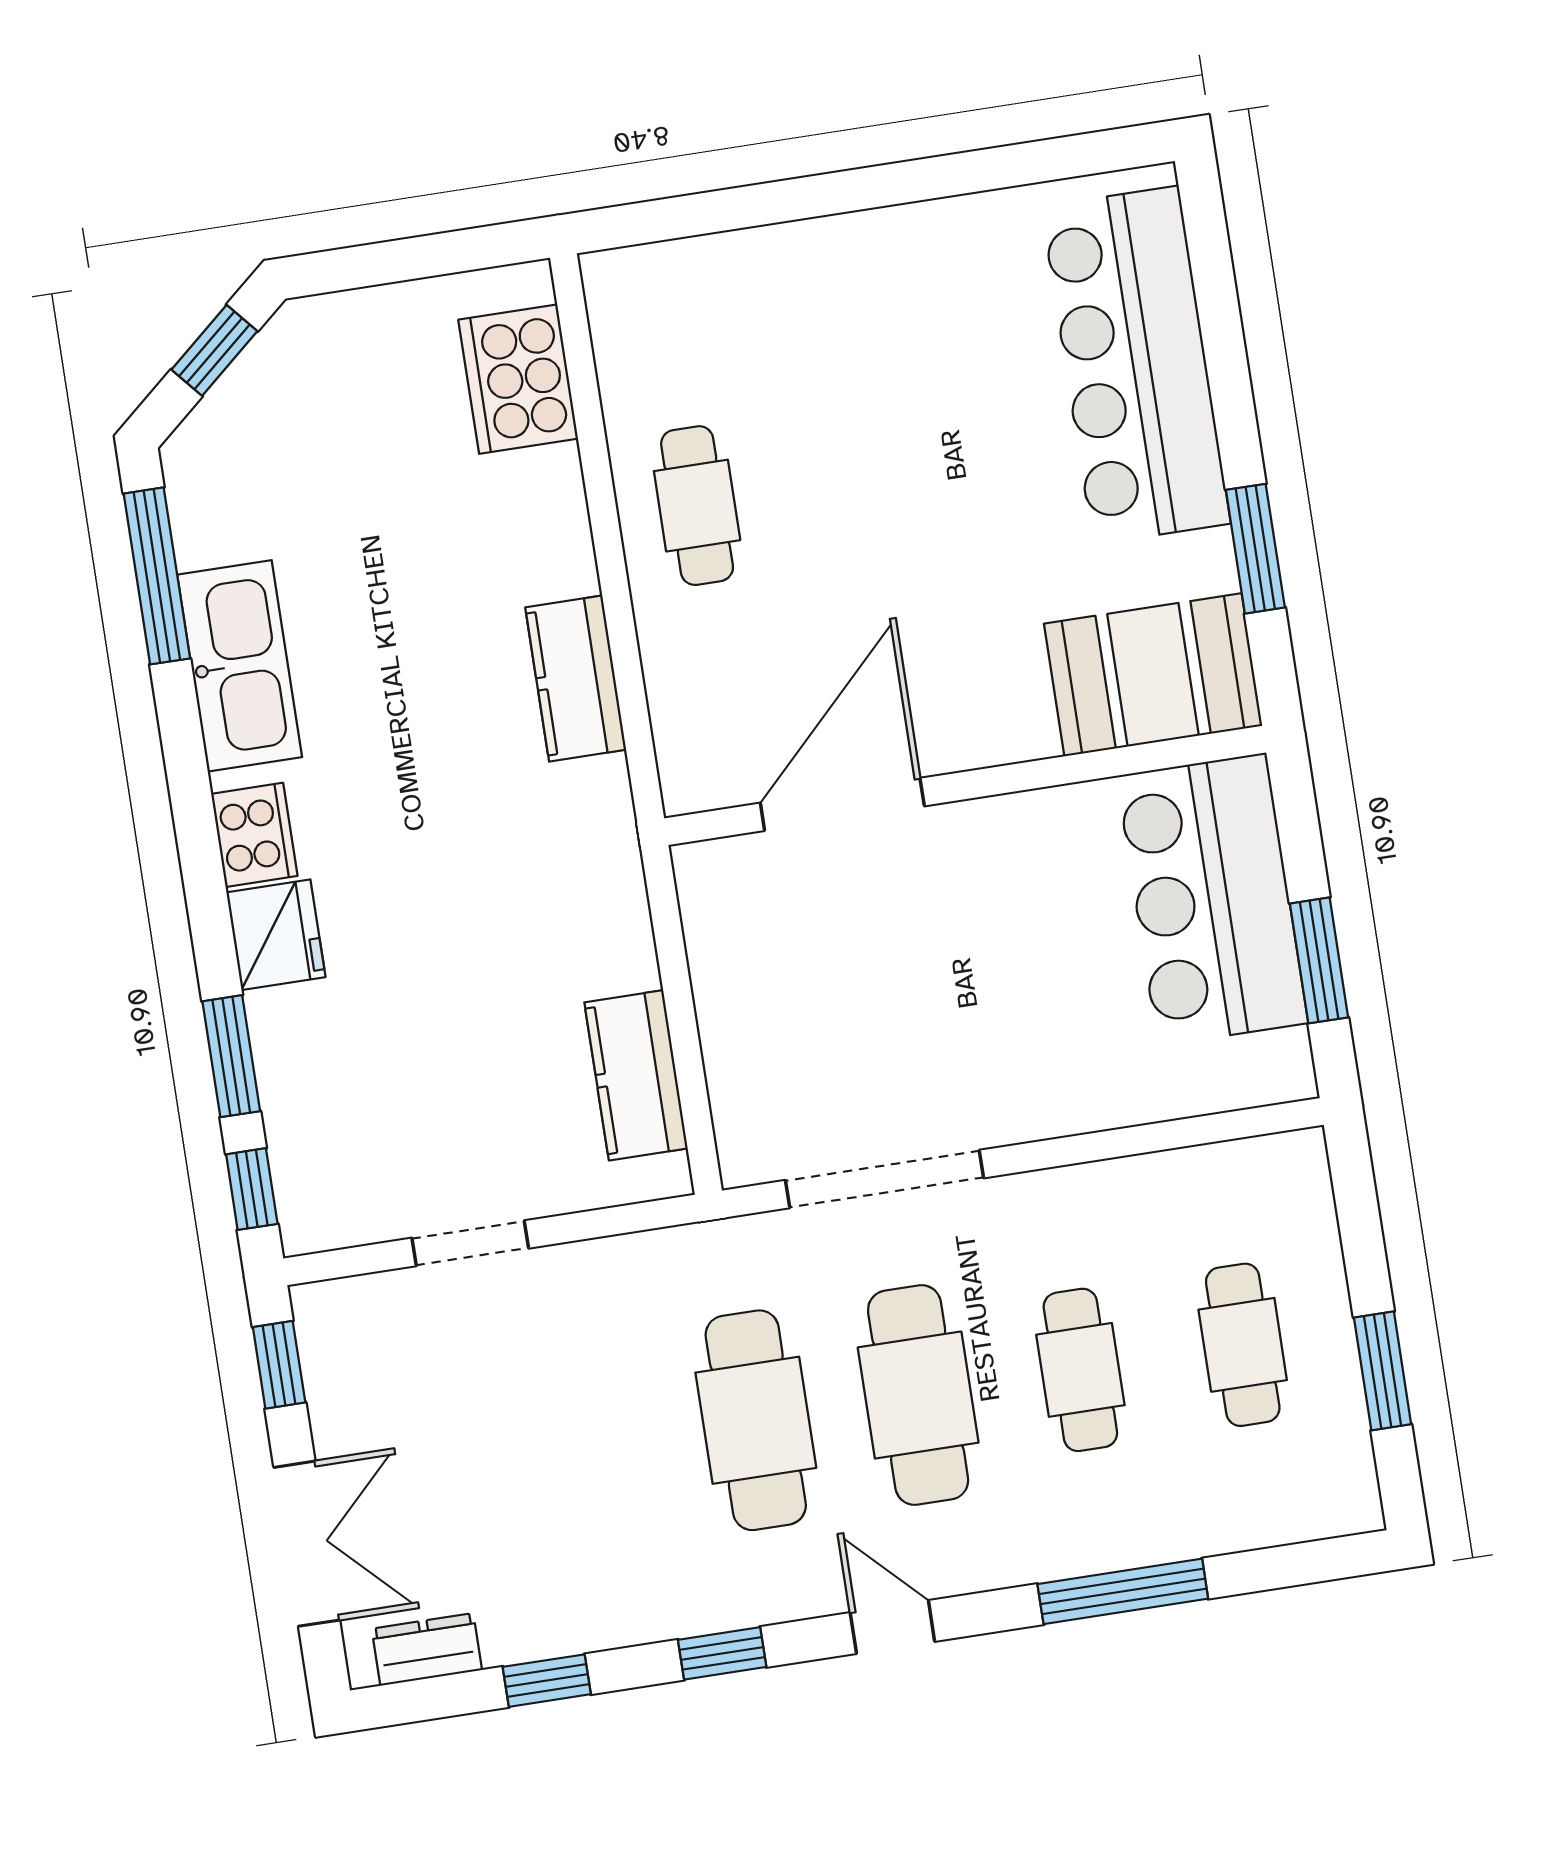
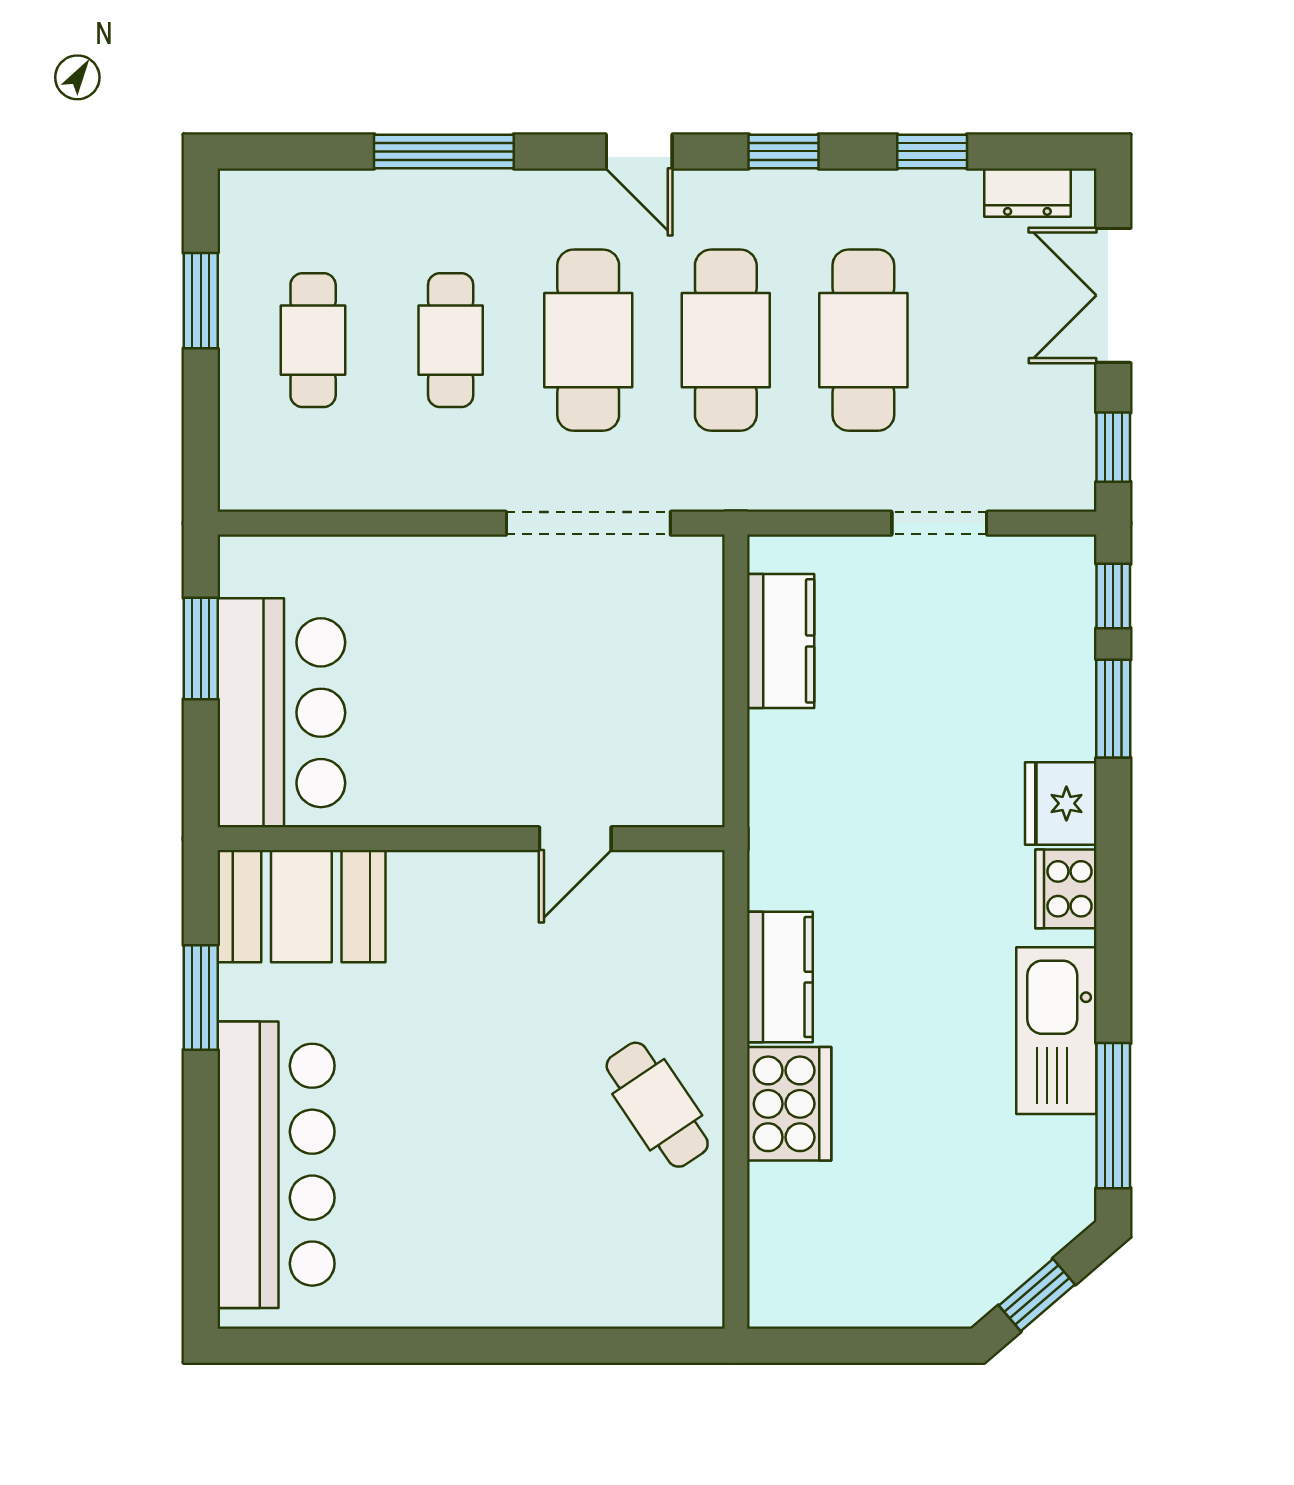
cooker: (518, 379) -> (789, 1104), moved
cafe table: (697, 506) -> (657, 1105), turned -34
door: (842, 804) -> (575, 839), width x0.53
cafe table: (593, 1445) -> (863, 340), added

